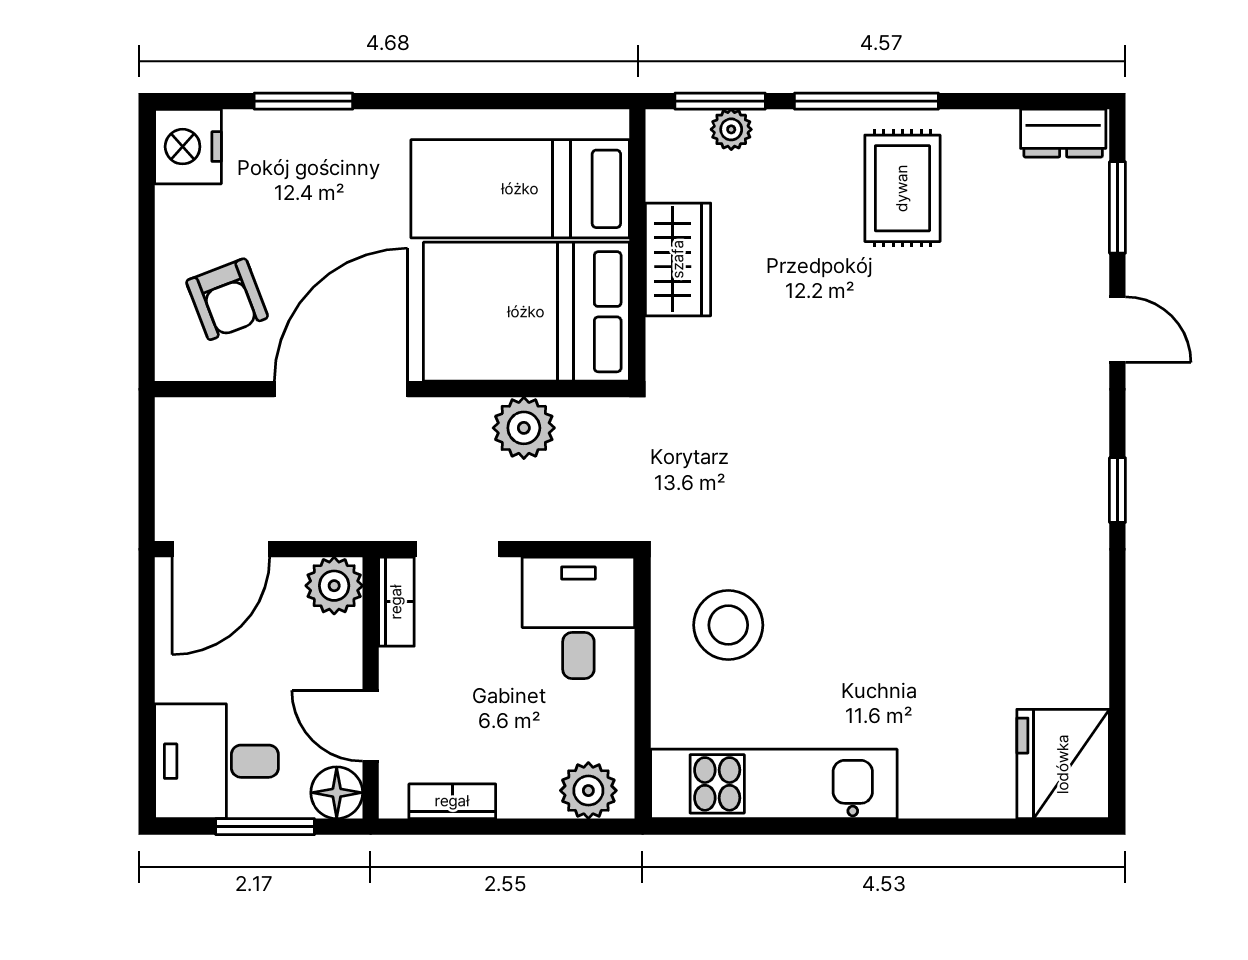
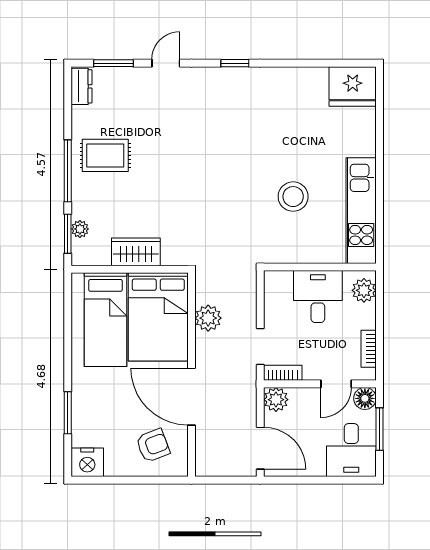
desk: (578, 618) -> (318, 297), moved, turned 90
stool: (728, 625) -> (293, 197), moved

